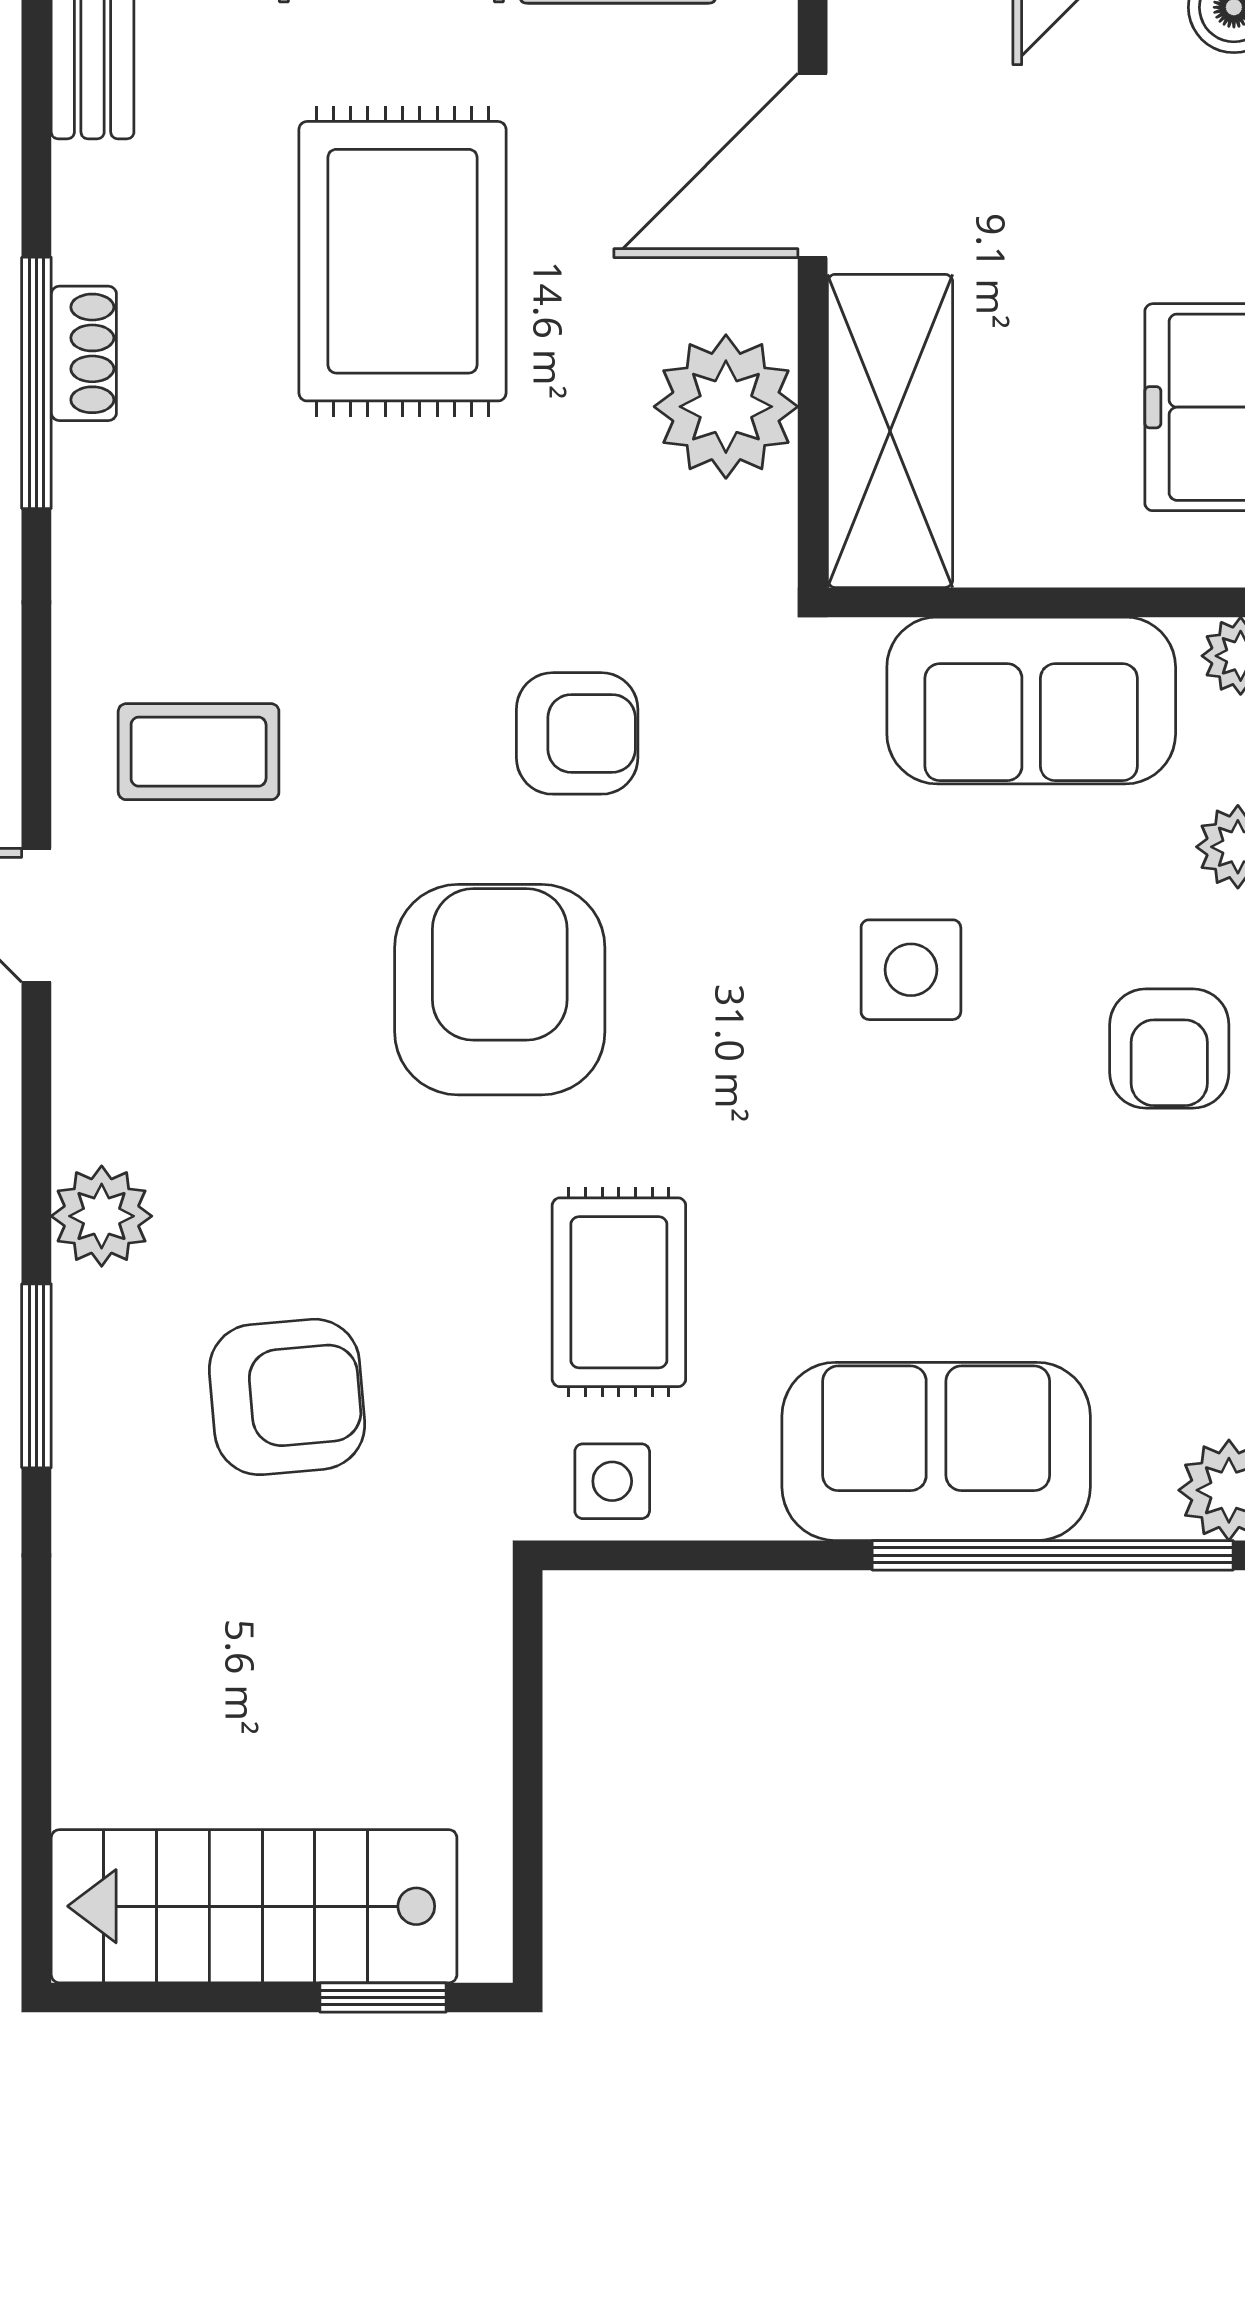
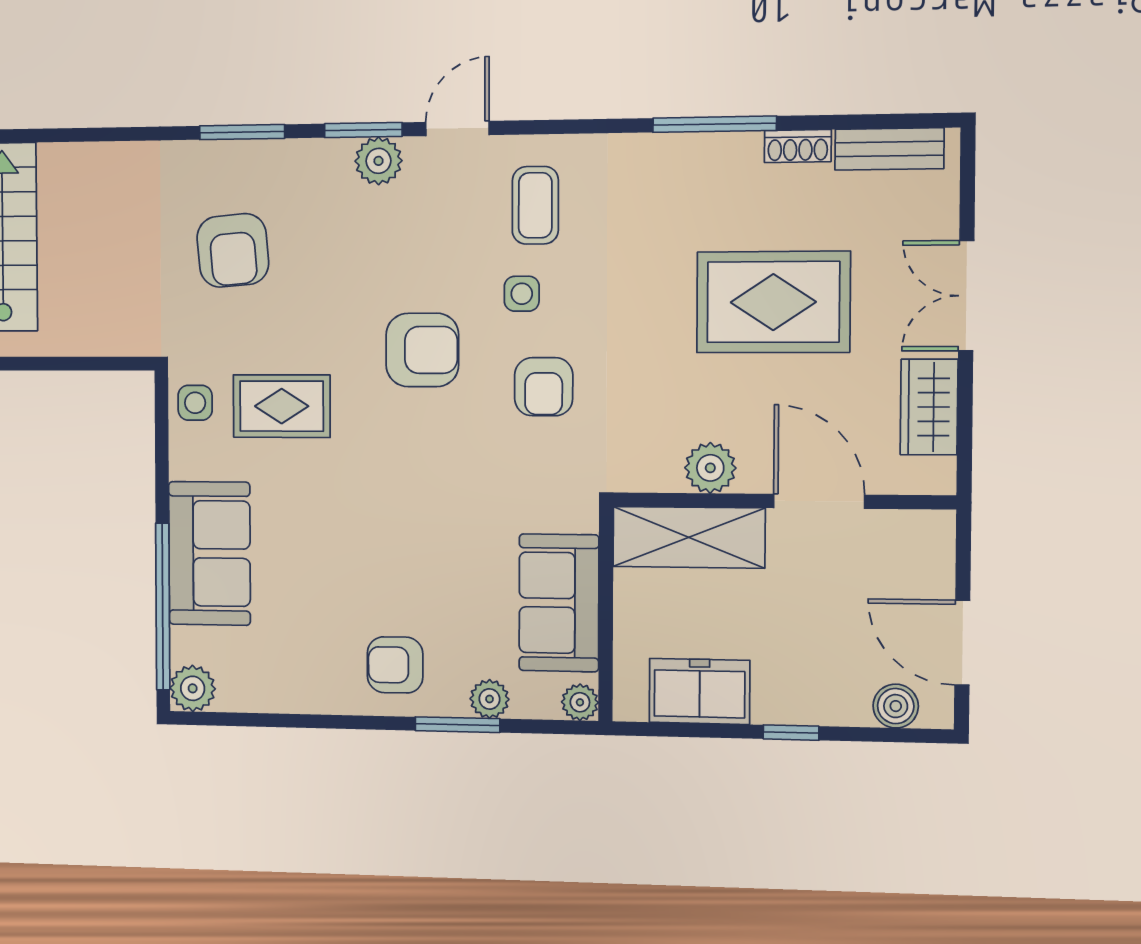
shoe rack: (84, 353) -> (798, 146), moved
plant: (726, 407) -> (710, 468), width x0.73, depth x0.73
side table: (911, 970) -> (522, 294), moved, width x0.73, depth x0.73
armchair: (500, 990) -> (422, 350), width x0.73, depth x0.73
window: (36, 1115) -> (363, 130), added
plant: (102, 1216) -> (378, 161), moved

